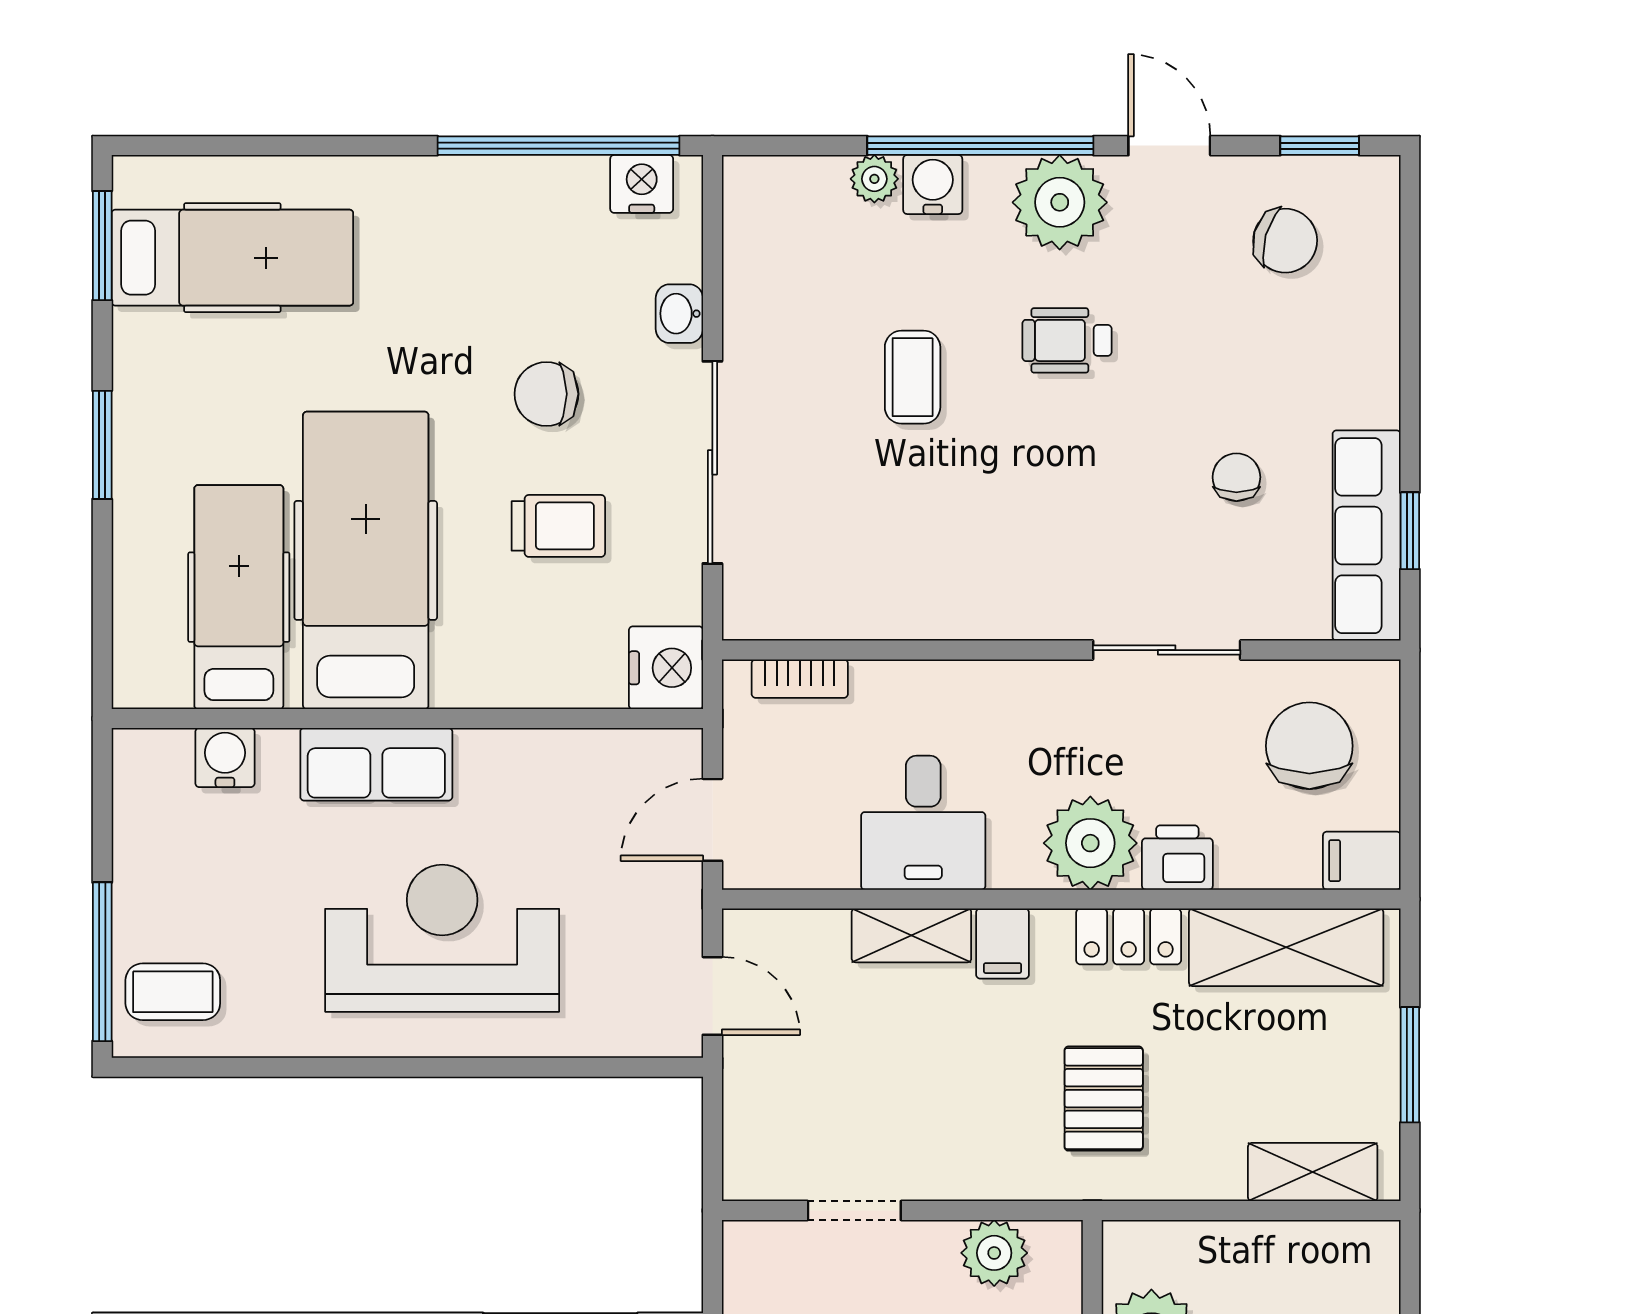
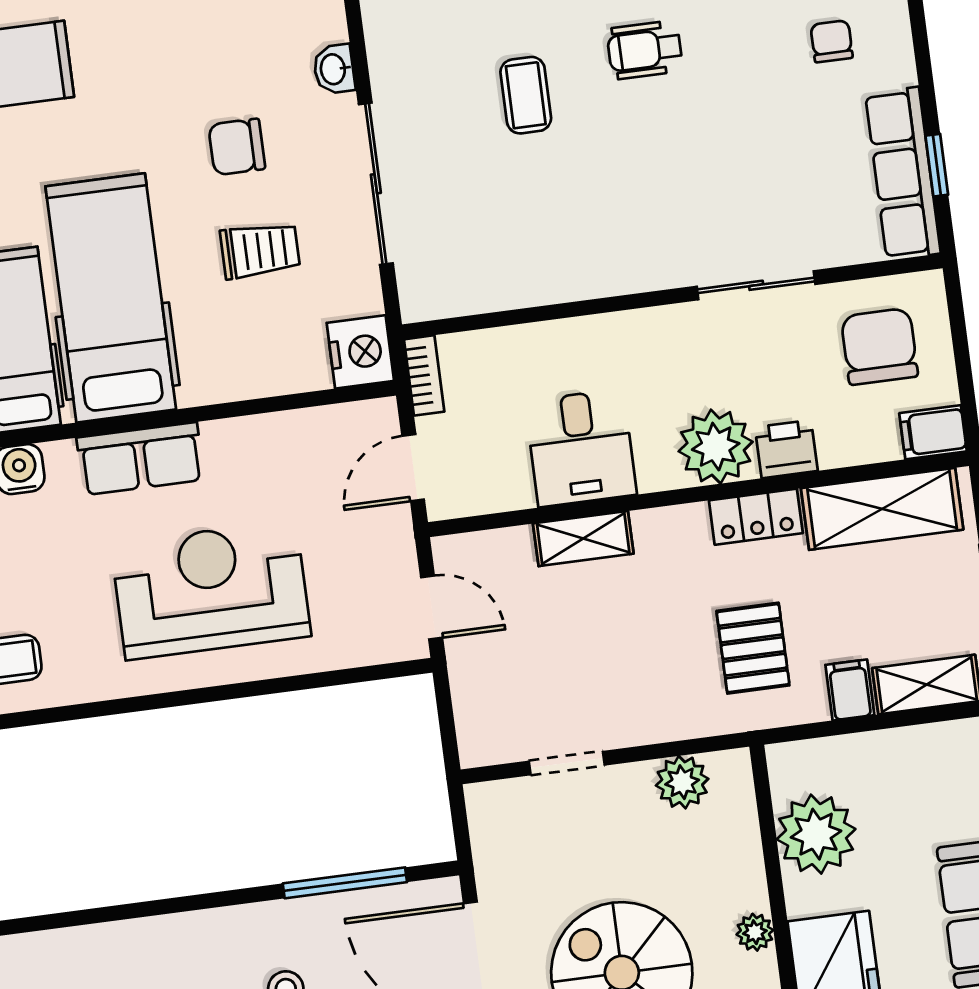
chair: (1236, 477) -> (832, 41), moved
bookcase: (800, 679) -> (424, 375), moved, turned -90
filing cabinet: (1002, 944) -> (850, 690), moved, turned 180

